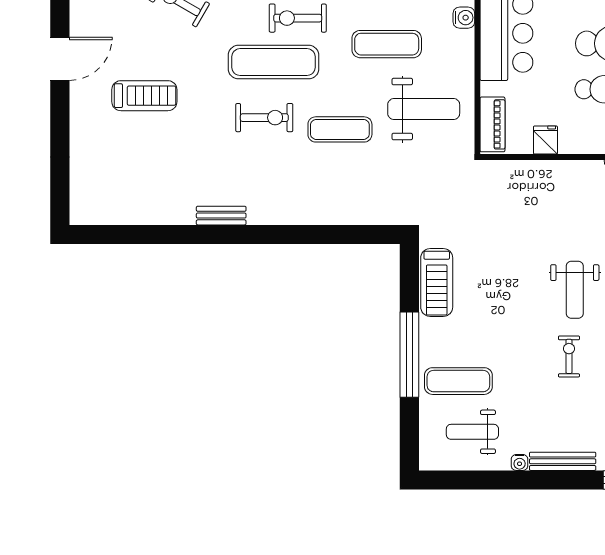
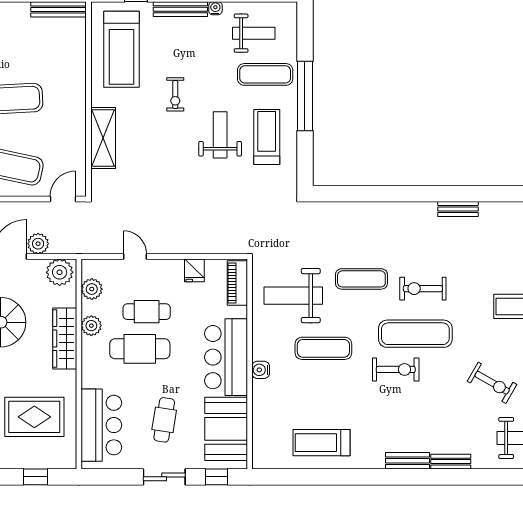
treadmill: (437, 282) -> (267, 137), moved
weight bench: (575, 290) -> (220, 135), moved

